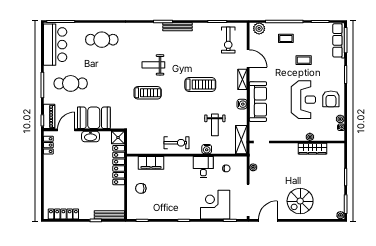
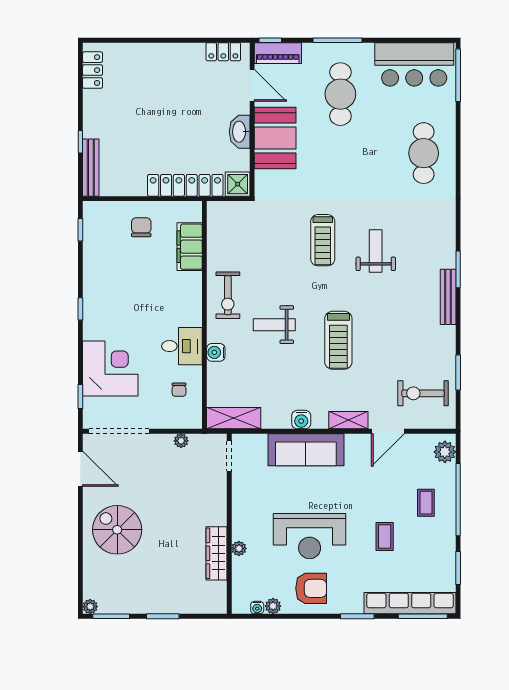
row of seats: (339, 40) -> (410, 603), width x1.36
armchair: (331, 99) -> (311, 588), turned 180
weight bench: (215, 125) -> (274, 325), moved
locker: (63, 214) -> (93, 70), width x0.66

